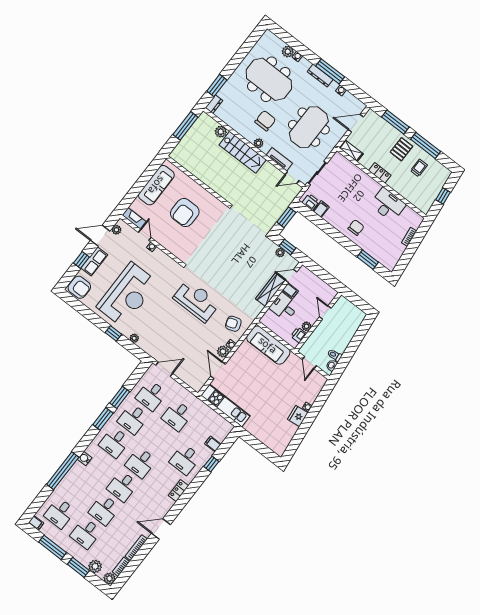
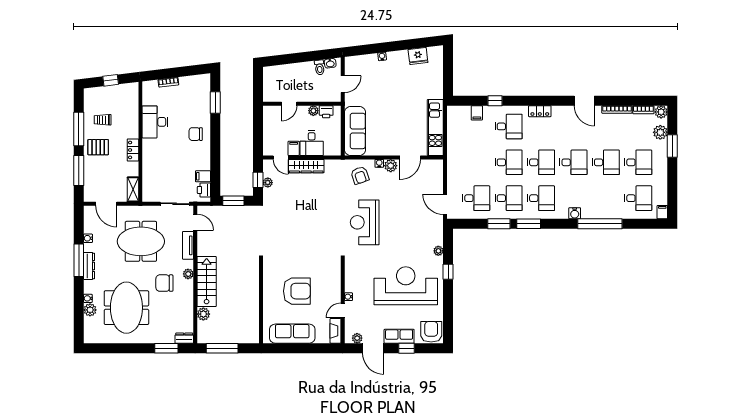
desk: (177, 416) -> (509, 162), moved
fridge: (298, 416) -> (418, 56), moved
window: (52, 547) -> (672, 182), removed

